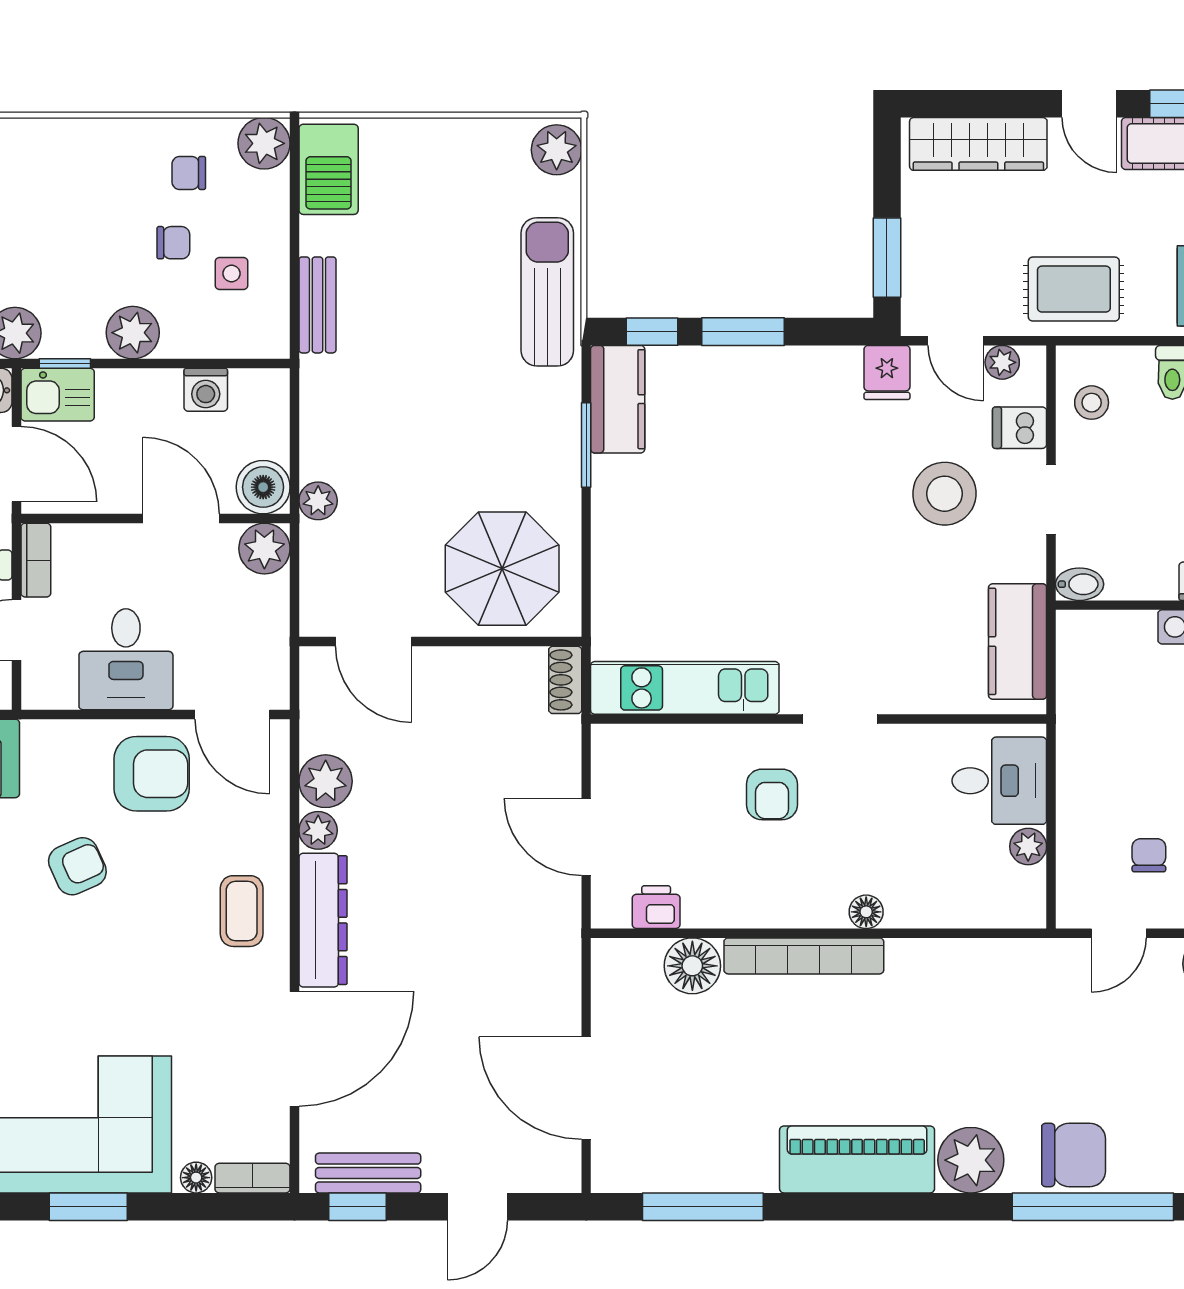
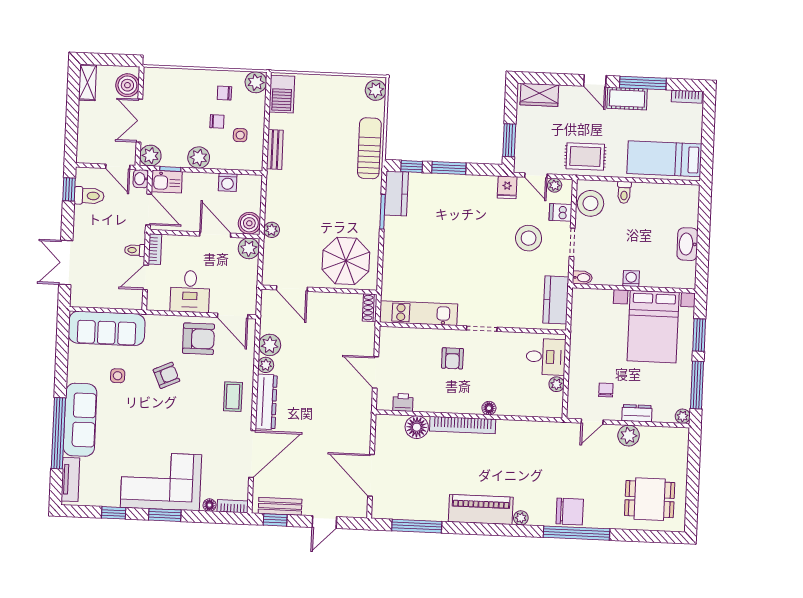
wardrobe: (978, 144) -> (539, 95), width x0.67
stool: (1092, 403) -> (590, 203), width x1.89, depth x1.89
plant: (971, 1160) -> (521, 518), width x0.53, depth x0.53

